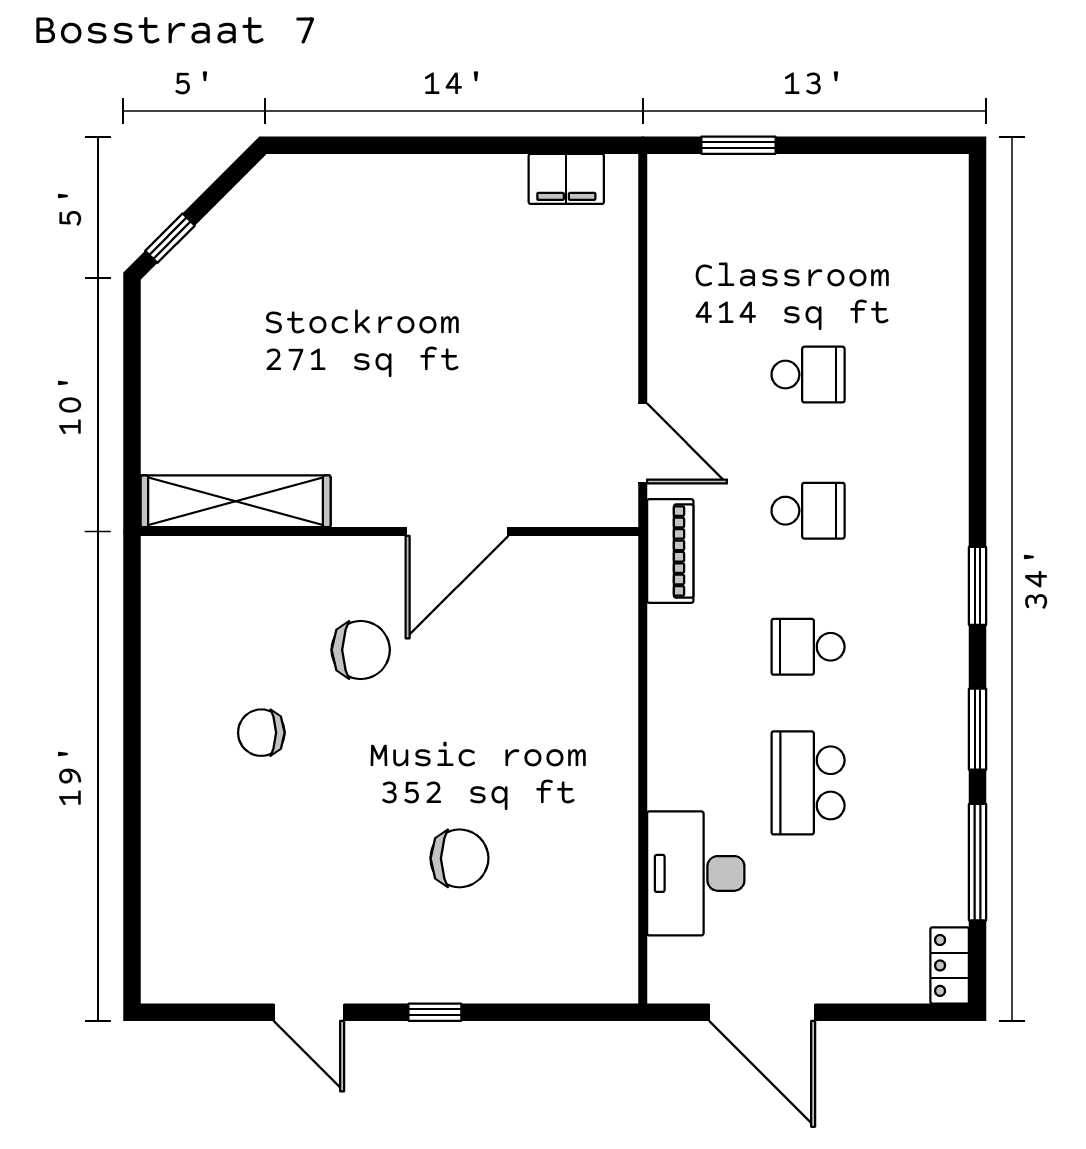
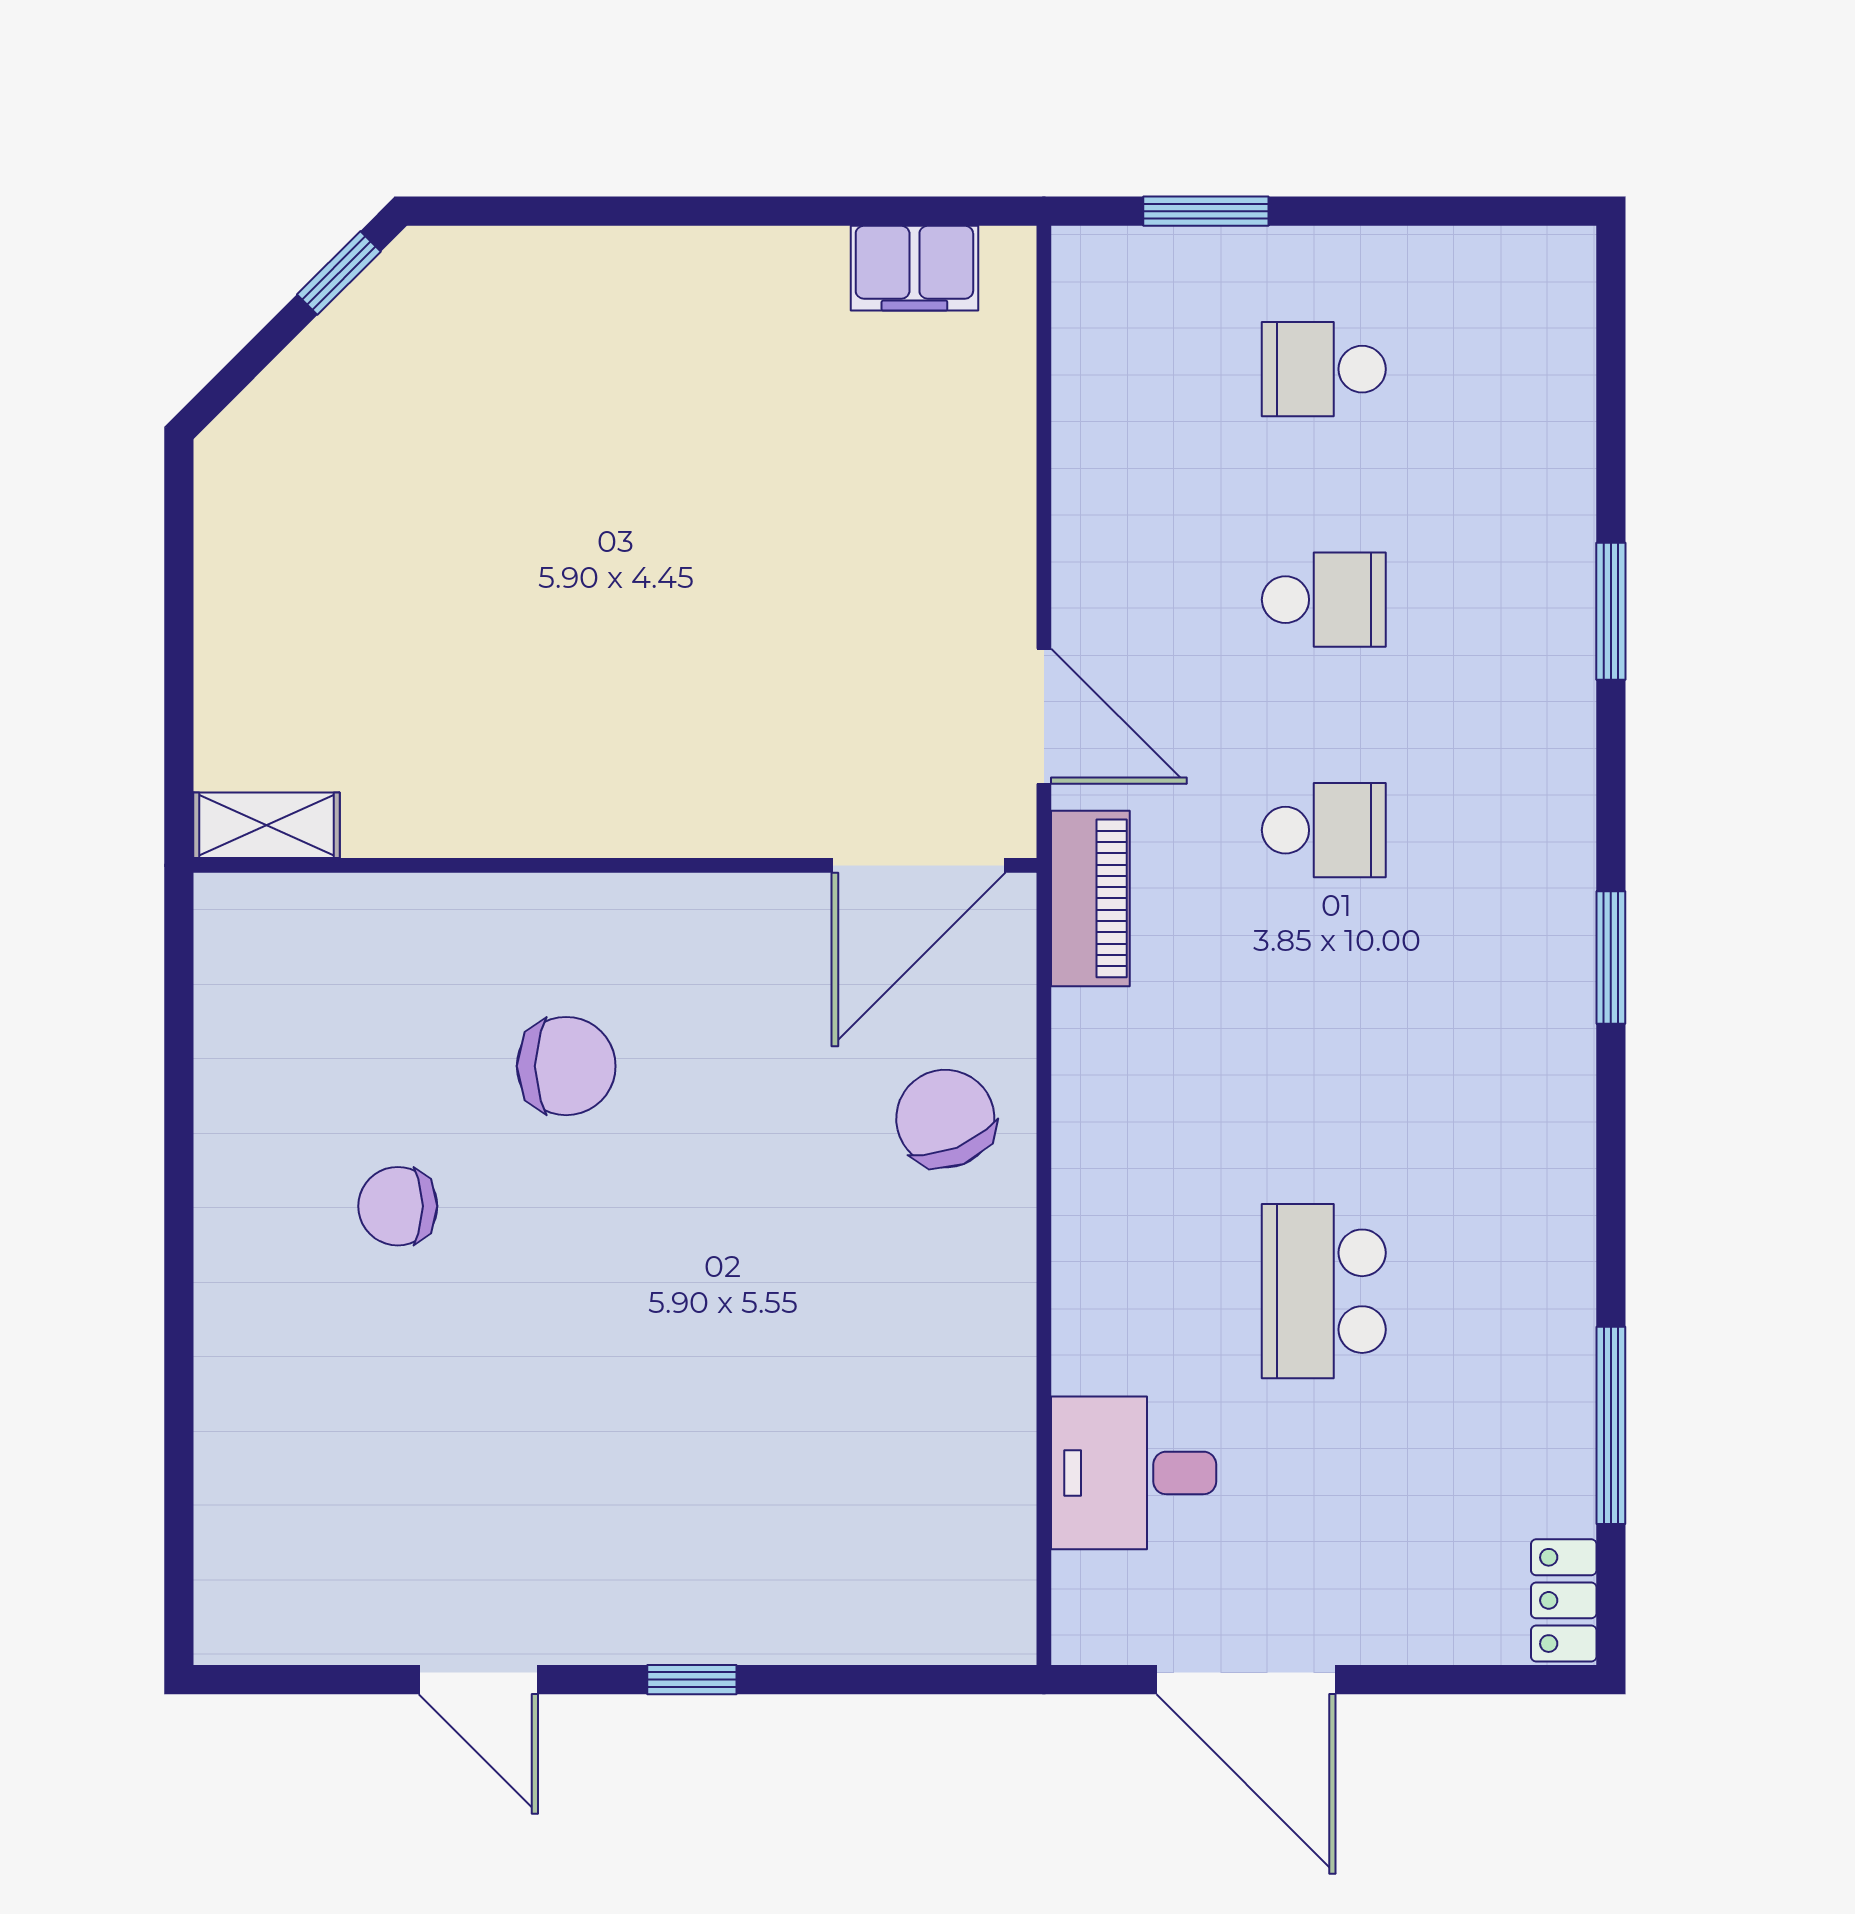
window: (170, 238) -> (339, 273), moved
shelving: (236, 501) -> (267, 825), width x0.45, depth x0.75
door: (457, 532) -> (918, 865), moved
school desk: (808, 647) -> (1324, 369), moved
window: (978, 729) -> (1611, 611), moved
chair: (459, 858) -> (945, 1119), moved, turned -112
desk: (696, 873) -> (1134, 1473), width x0.73

